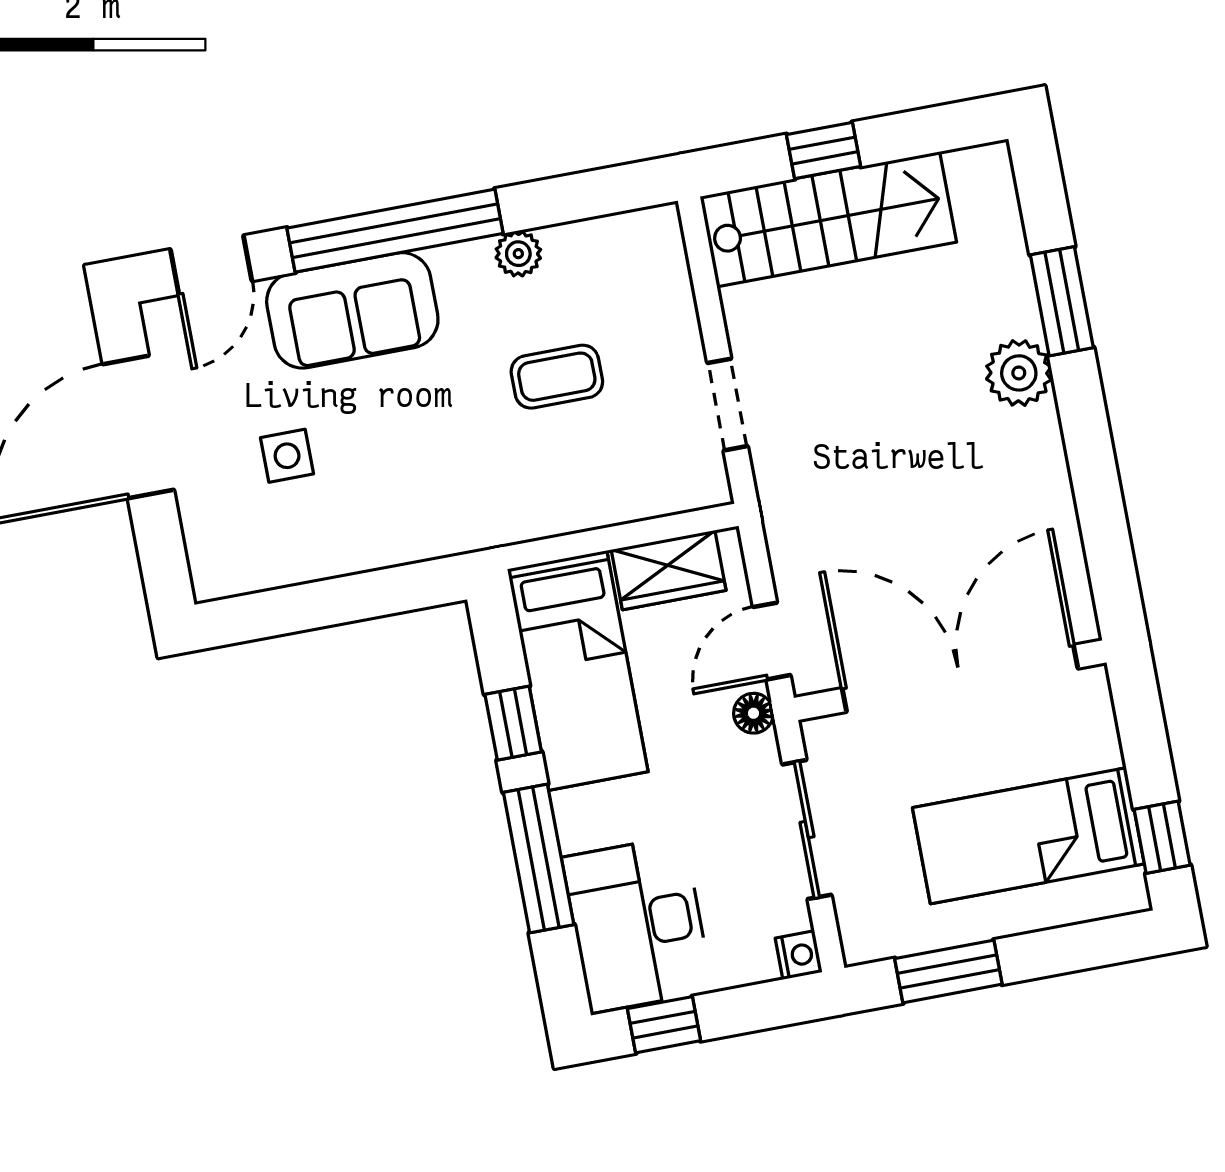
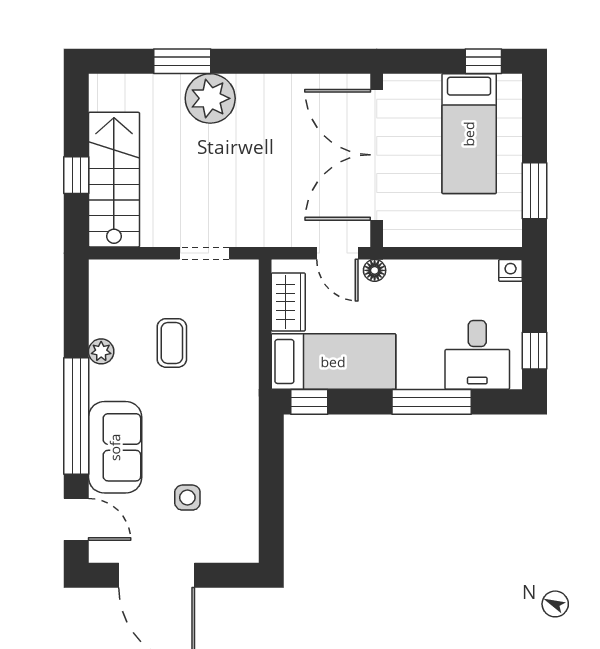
plant: (1019, 373) -> (210, 98), width x1.36, depth x1.36
window: (513, 723) -> (309, 402), moved
sliding door: (807, 830) -> (443, 253), removed
desk: (637, 924) -> (477, 355), width x0.73

